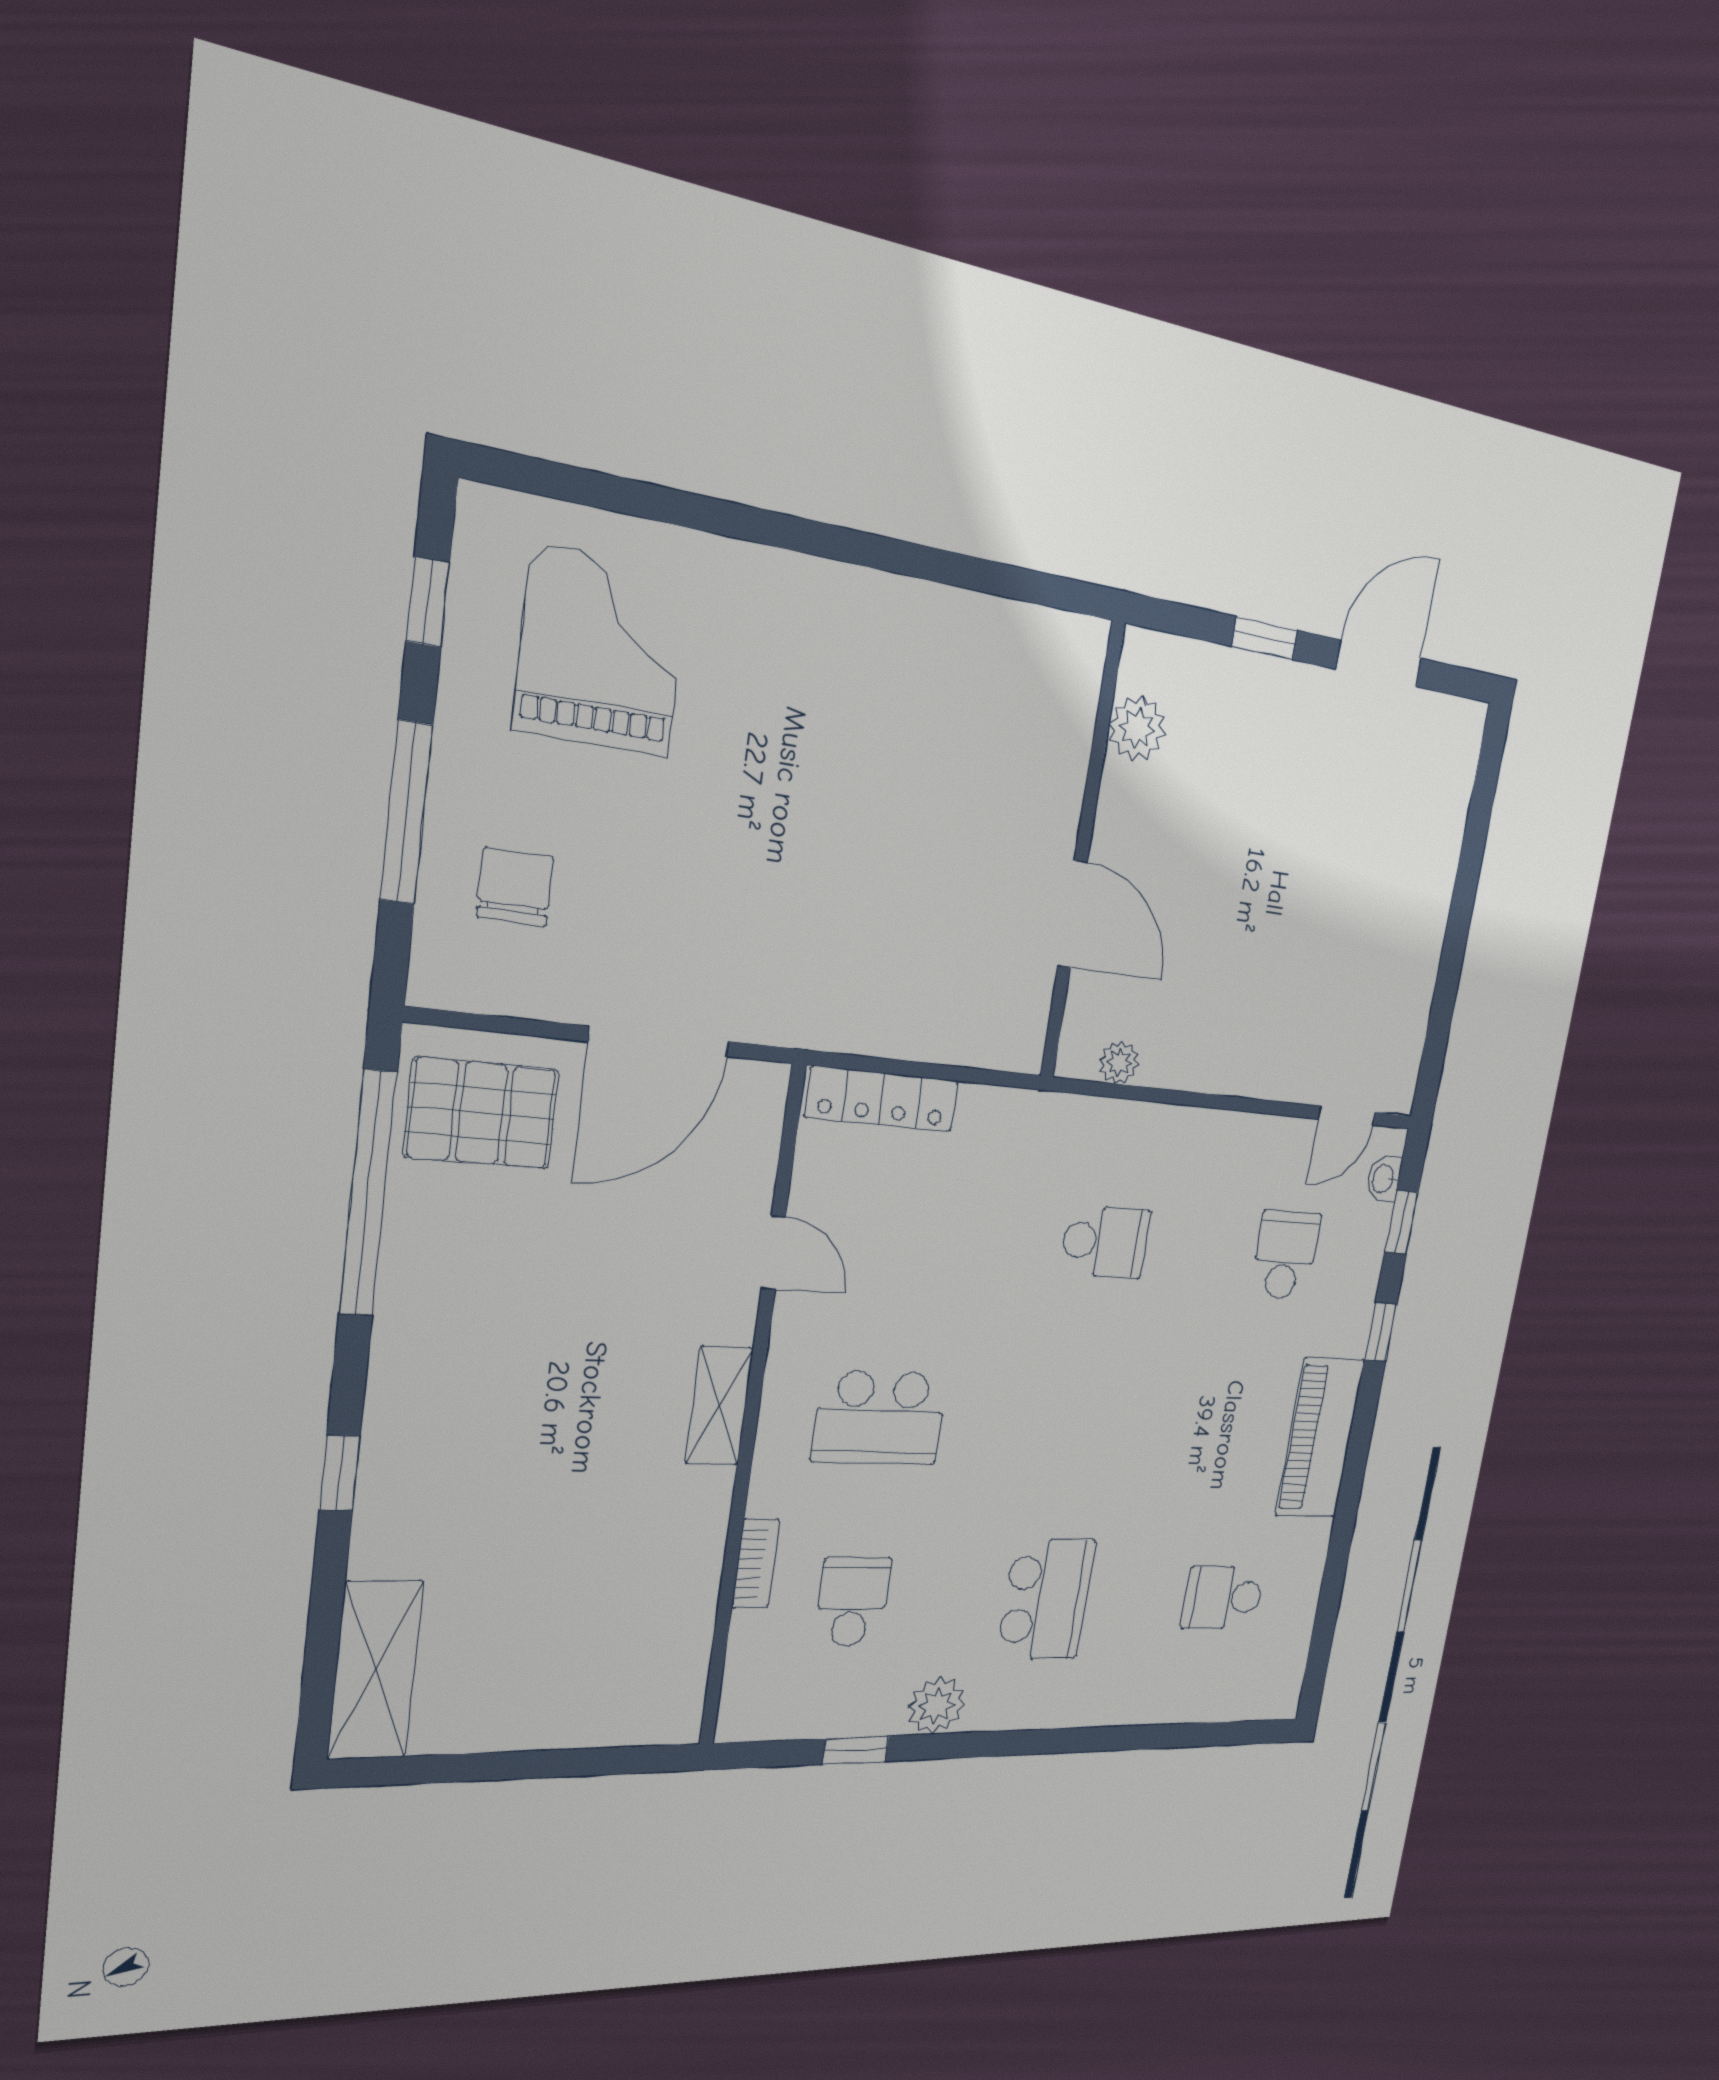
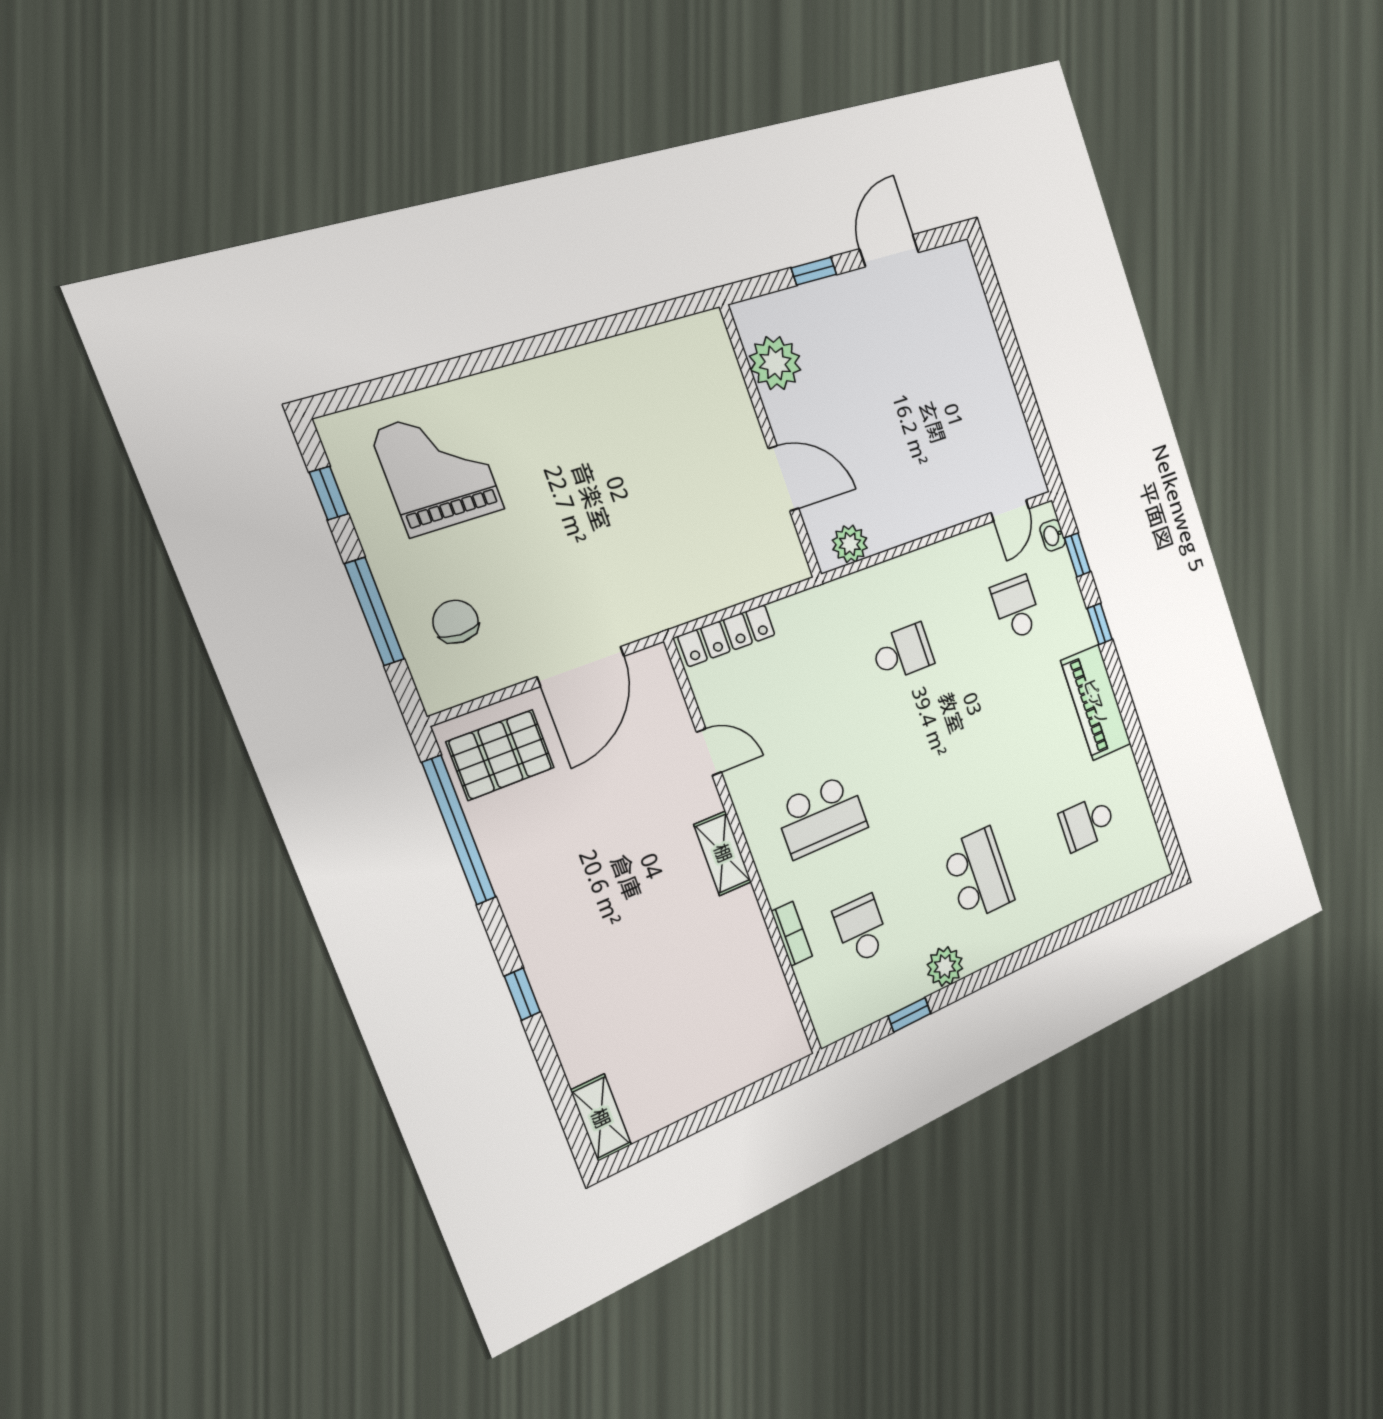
plant: (1137, 729) -> (775, 363), width x1.36, depth x1.36
plant: (1119, 1062) -> (850, 544), width x1.38, depth x1.38
shelving: (375, 1670) -> (601, 1118), width x0.67, depth x0.75

